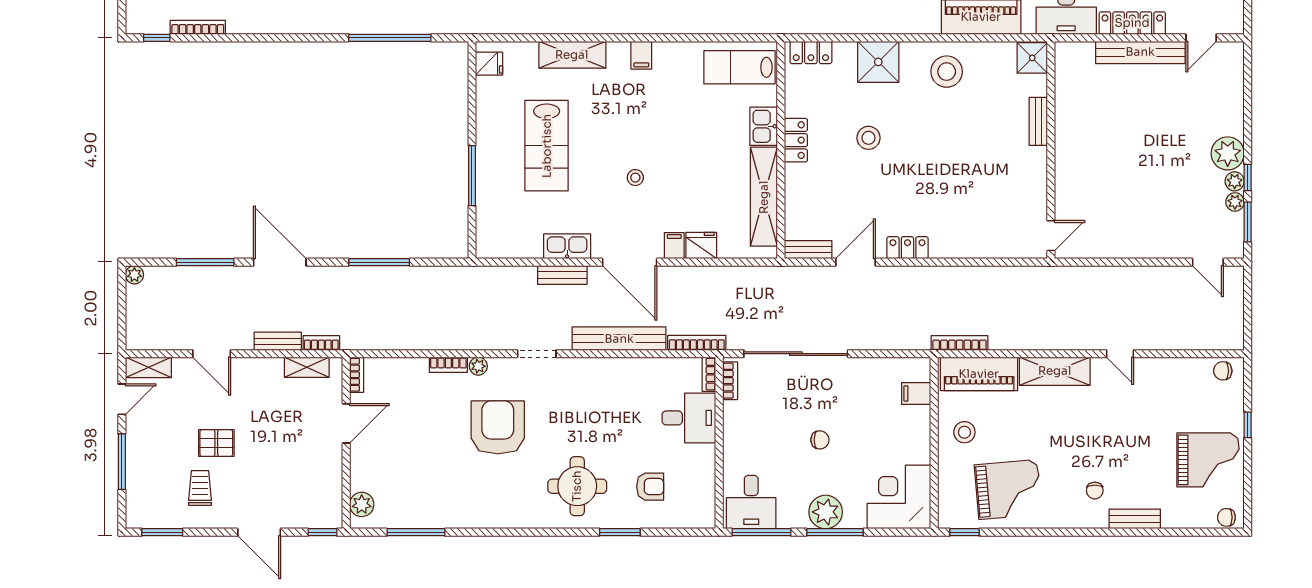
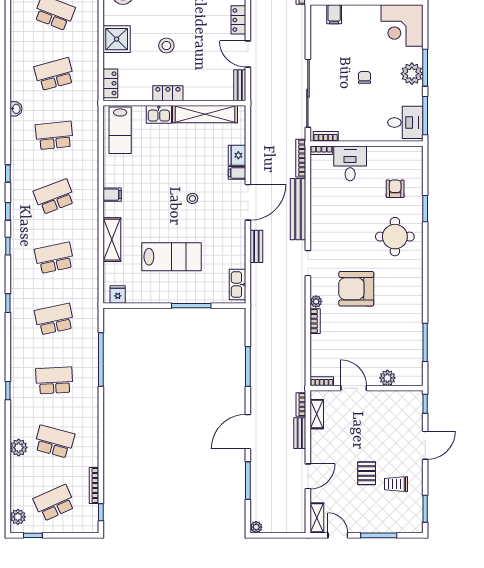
kitchen sink: (567, 246) -> (238, 285), moved
plant: (362, 504) -> (387, 378), moved

